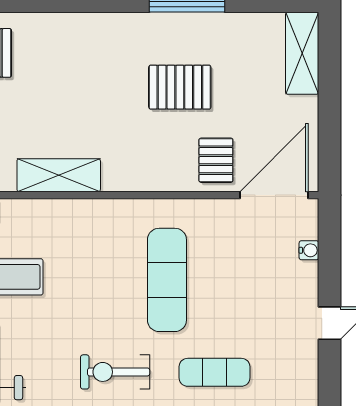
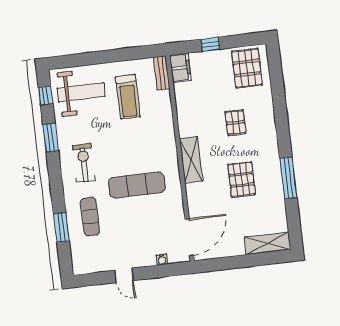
pallet: (216, 160) -> (235, 123), moved, turned 90
shelving: (59, 175) -> (191, 160), moved
door: (274, 195) -> (189, 237), hinge flipped

